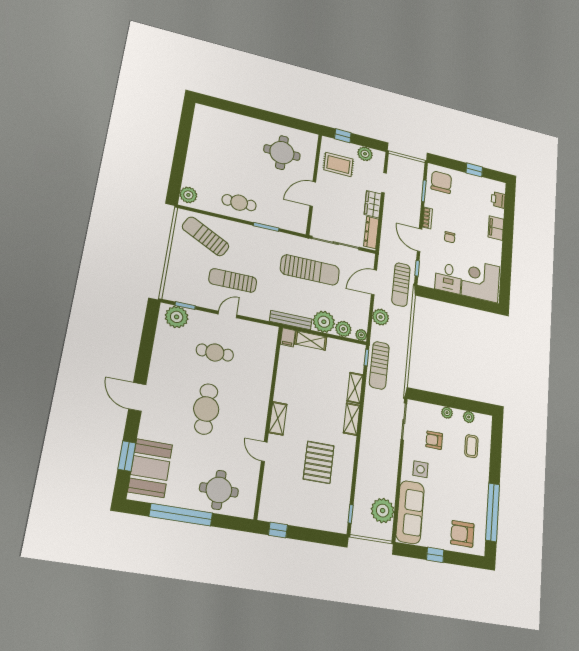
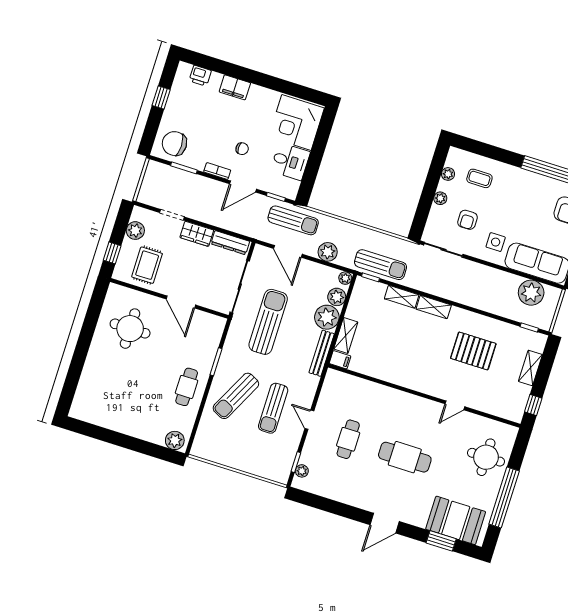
sun lounger: (206, 236) -> (236, 396), moved
plant: (177, 317) -> (302, 471), width x0.53, depth x0.53
shelving: (278, 418) -> (530, 368), moved, turned 90

